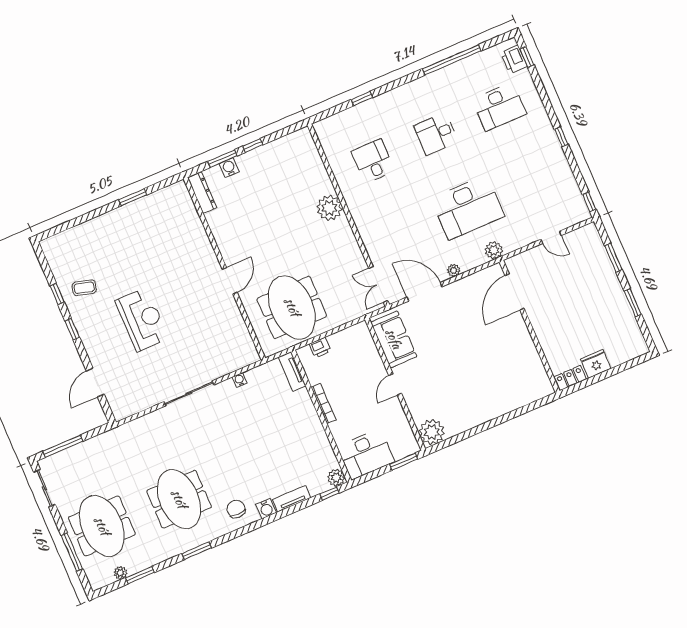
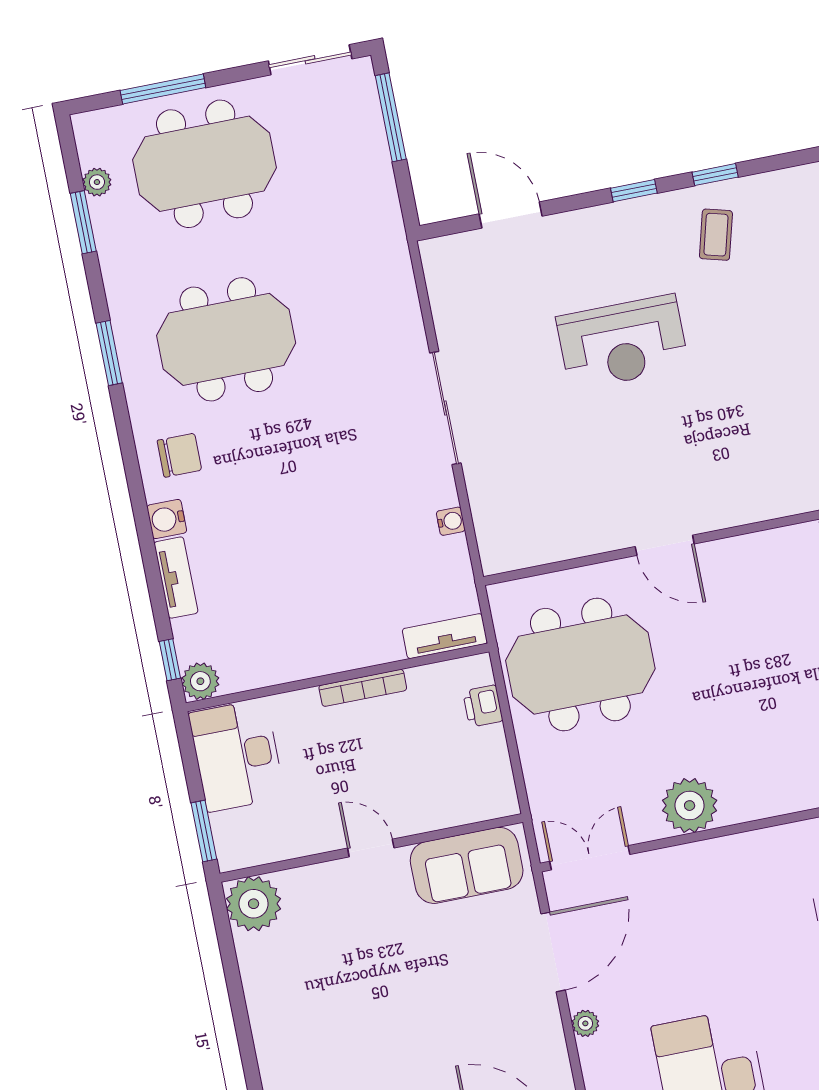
plant: (329, 208) -> (690, 806), moved

